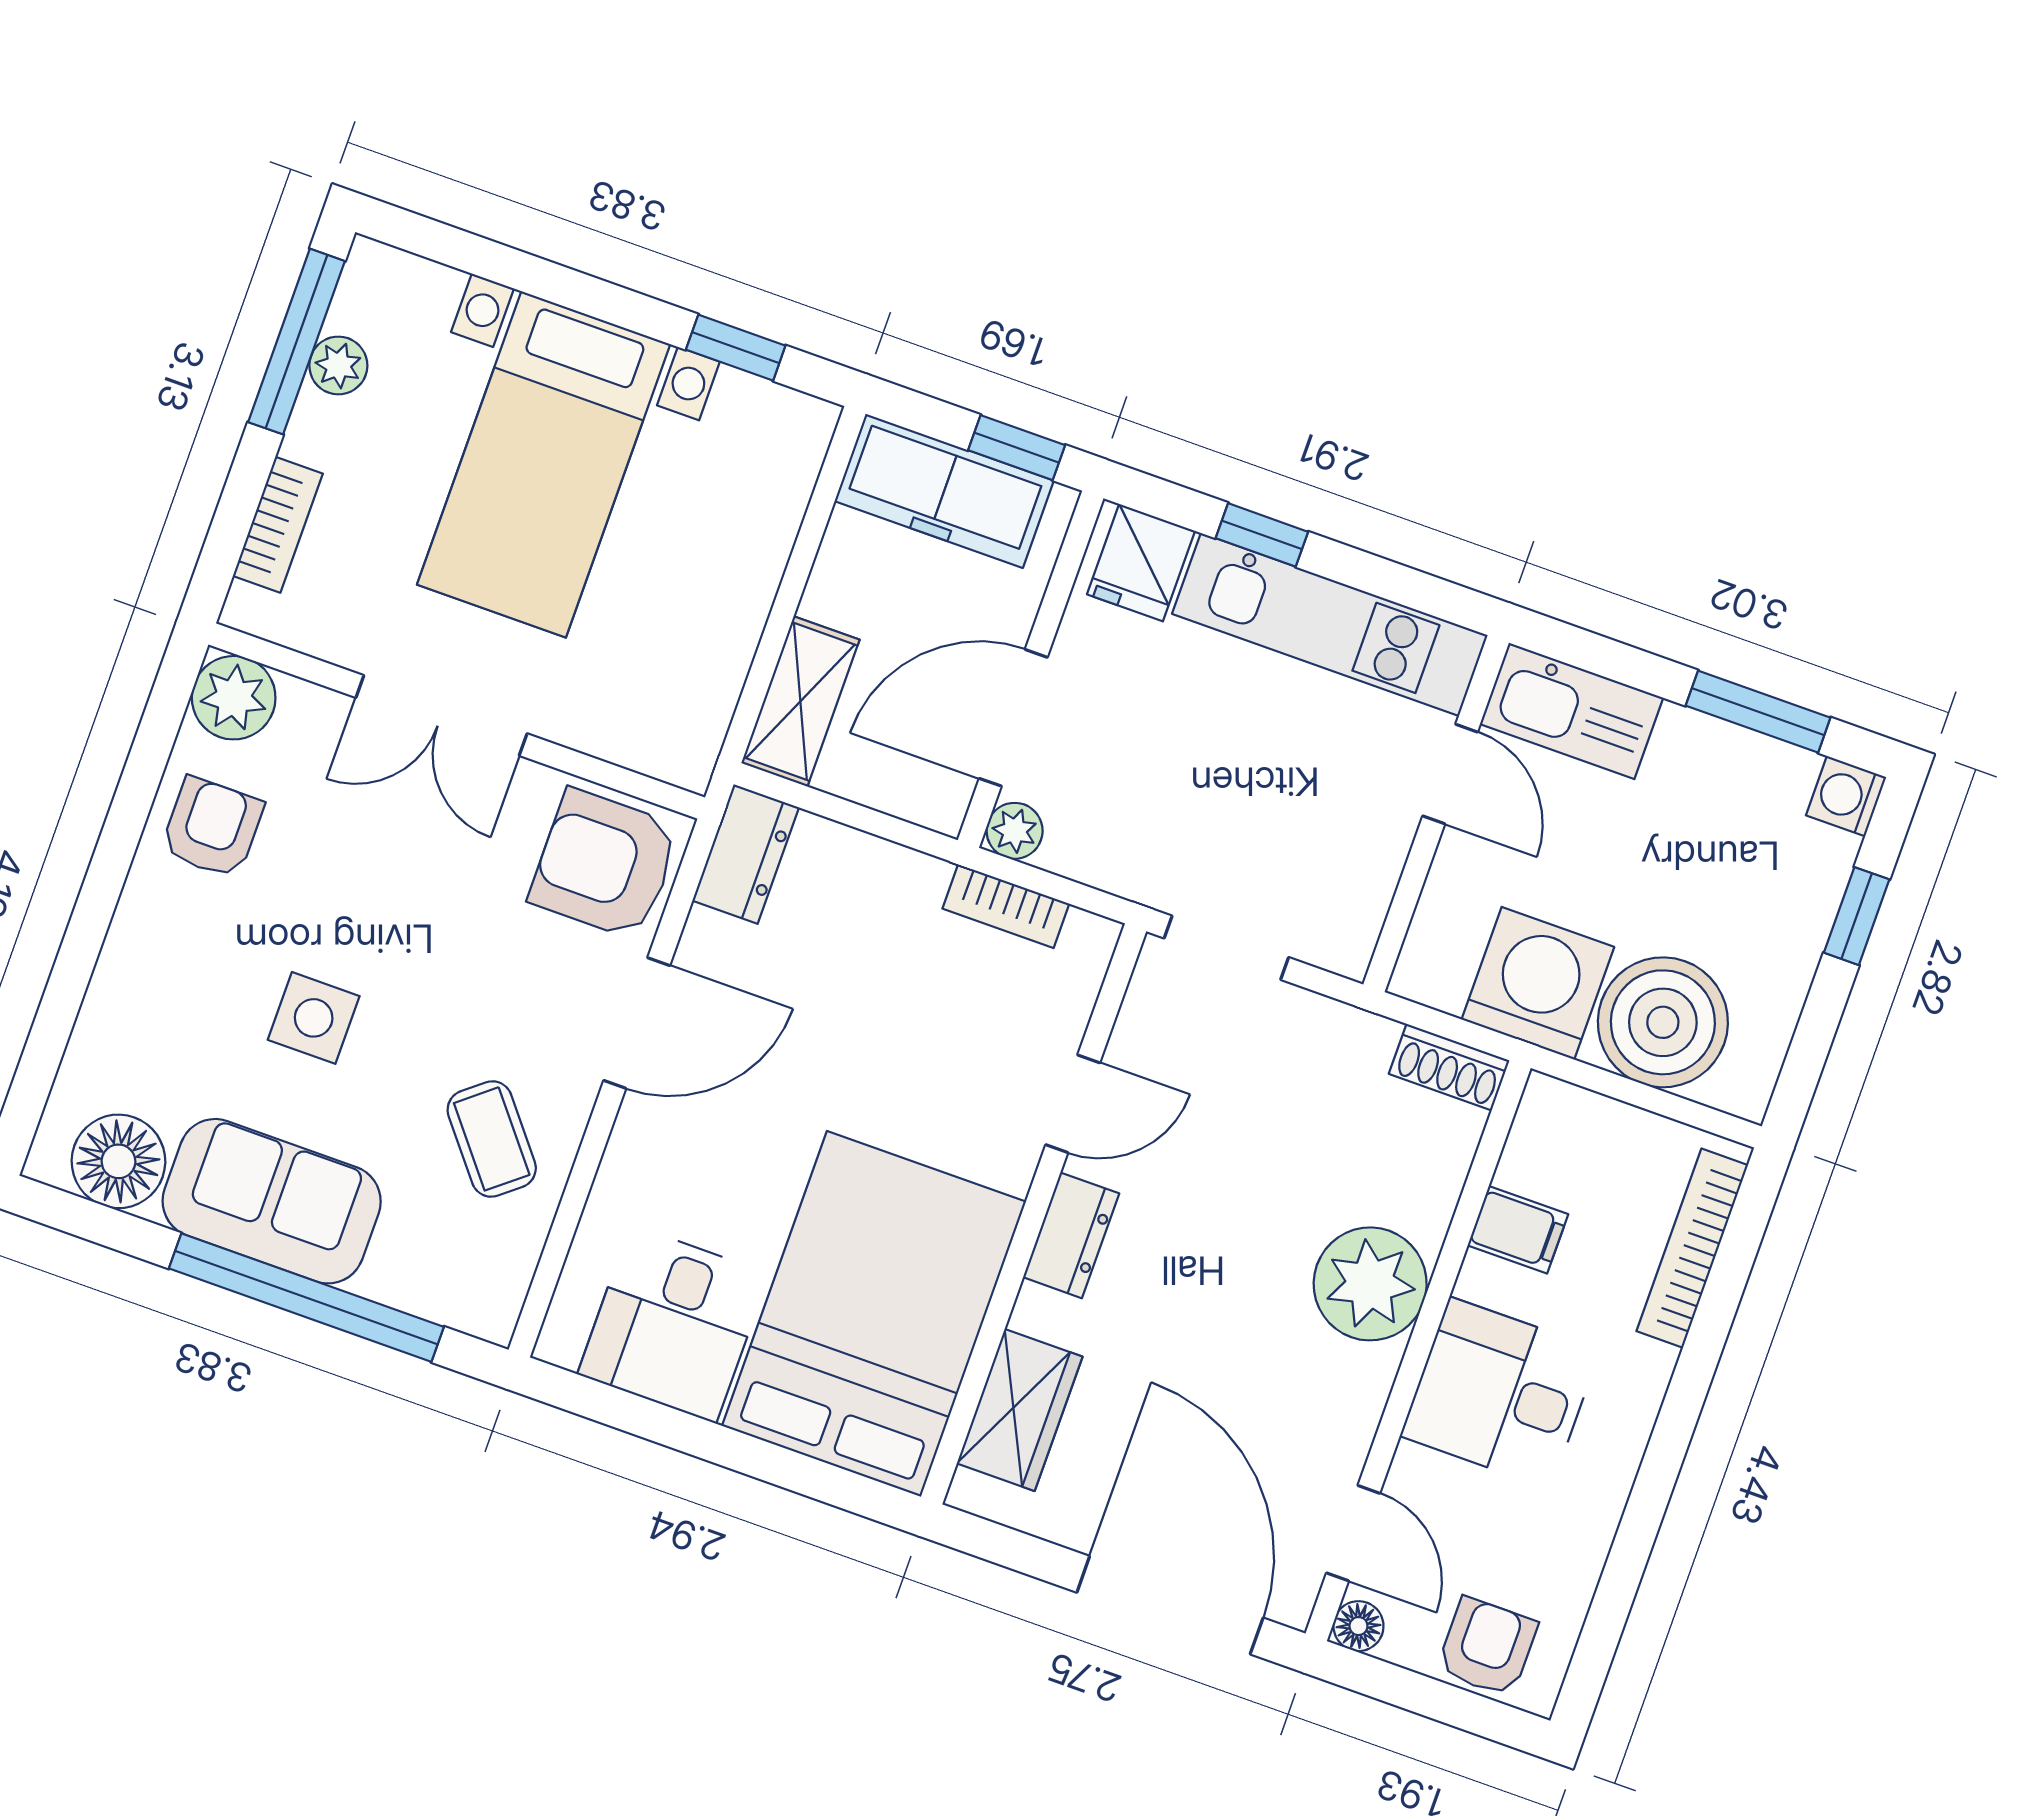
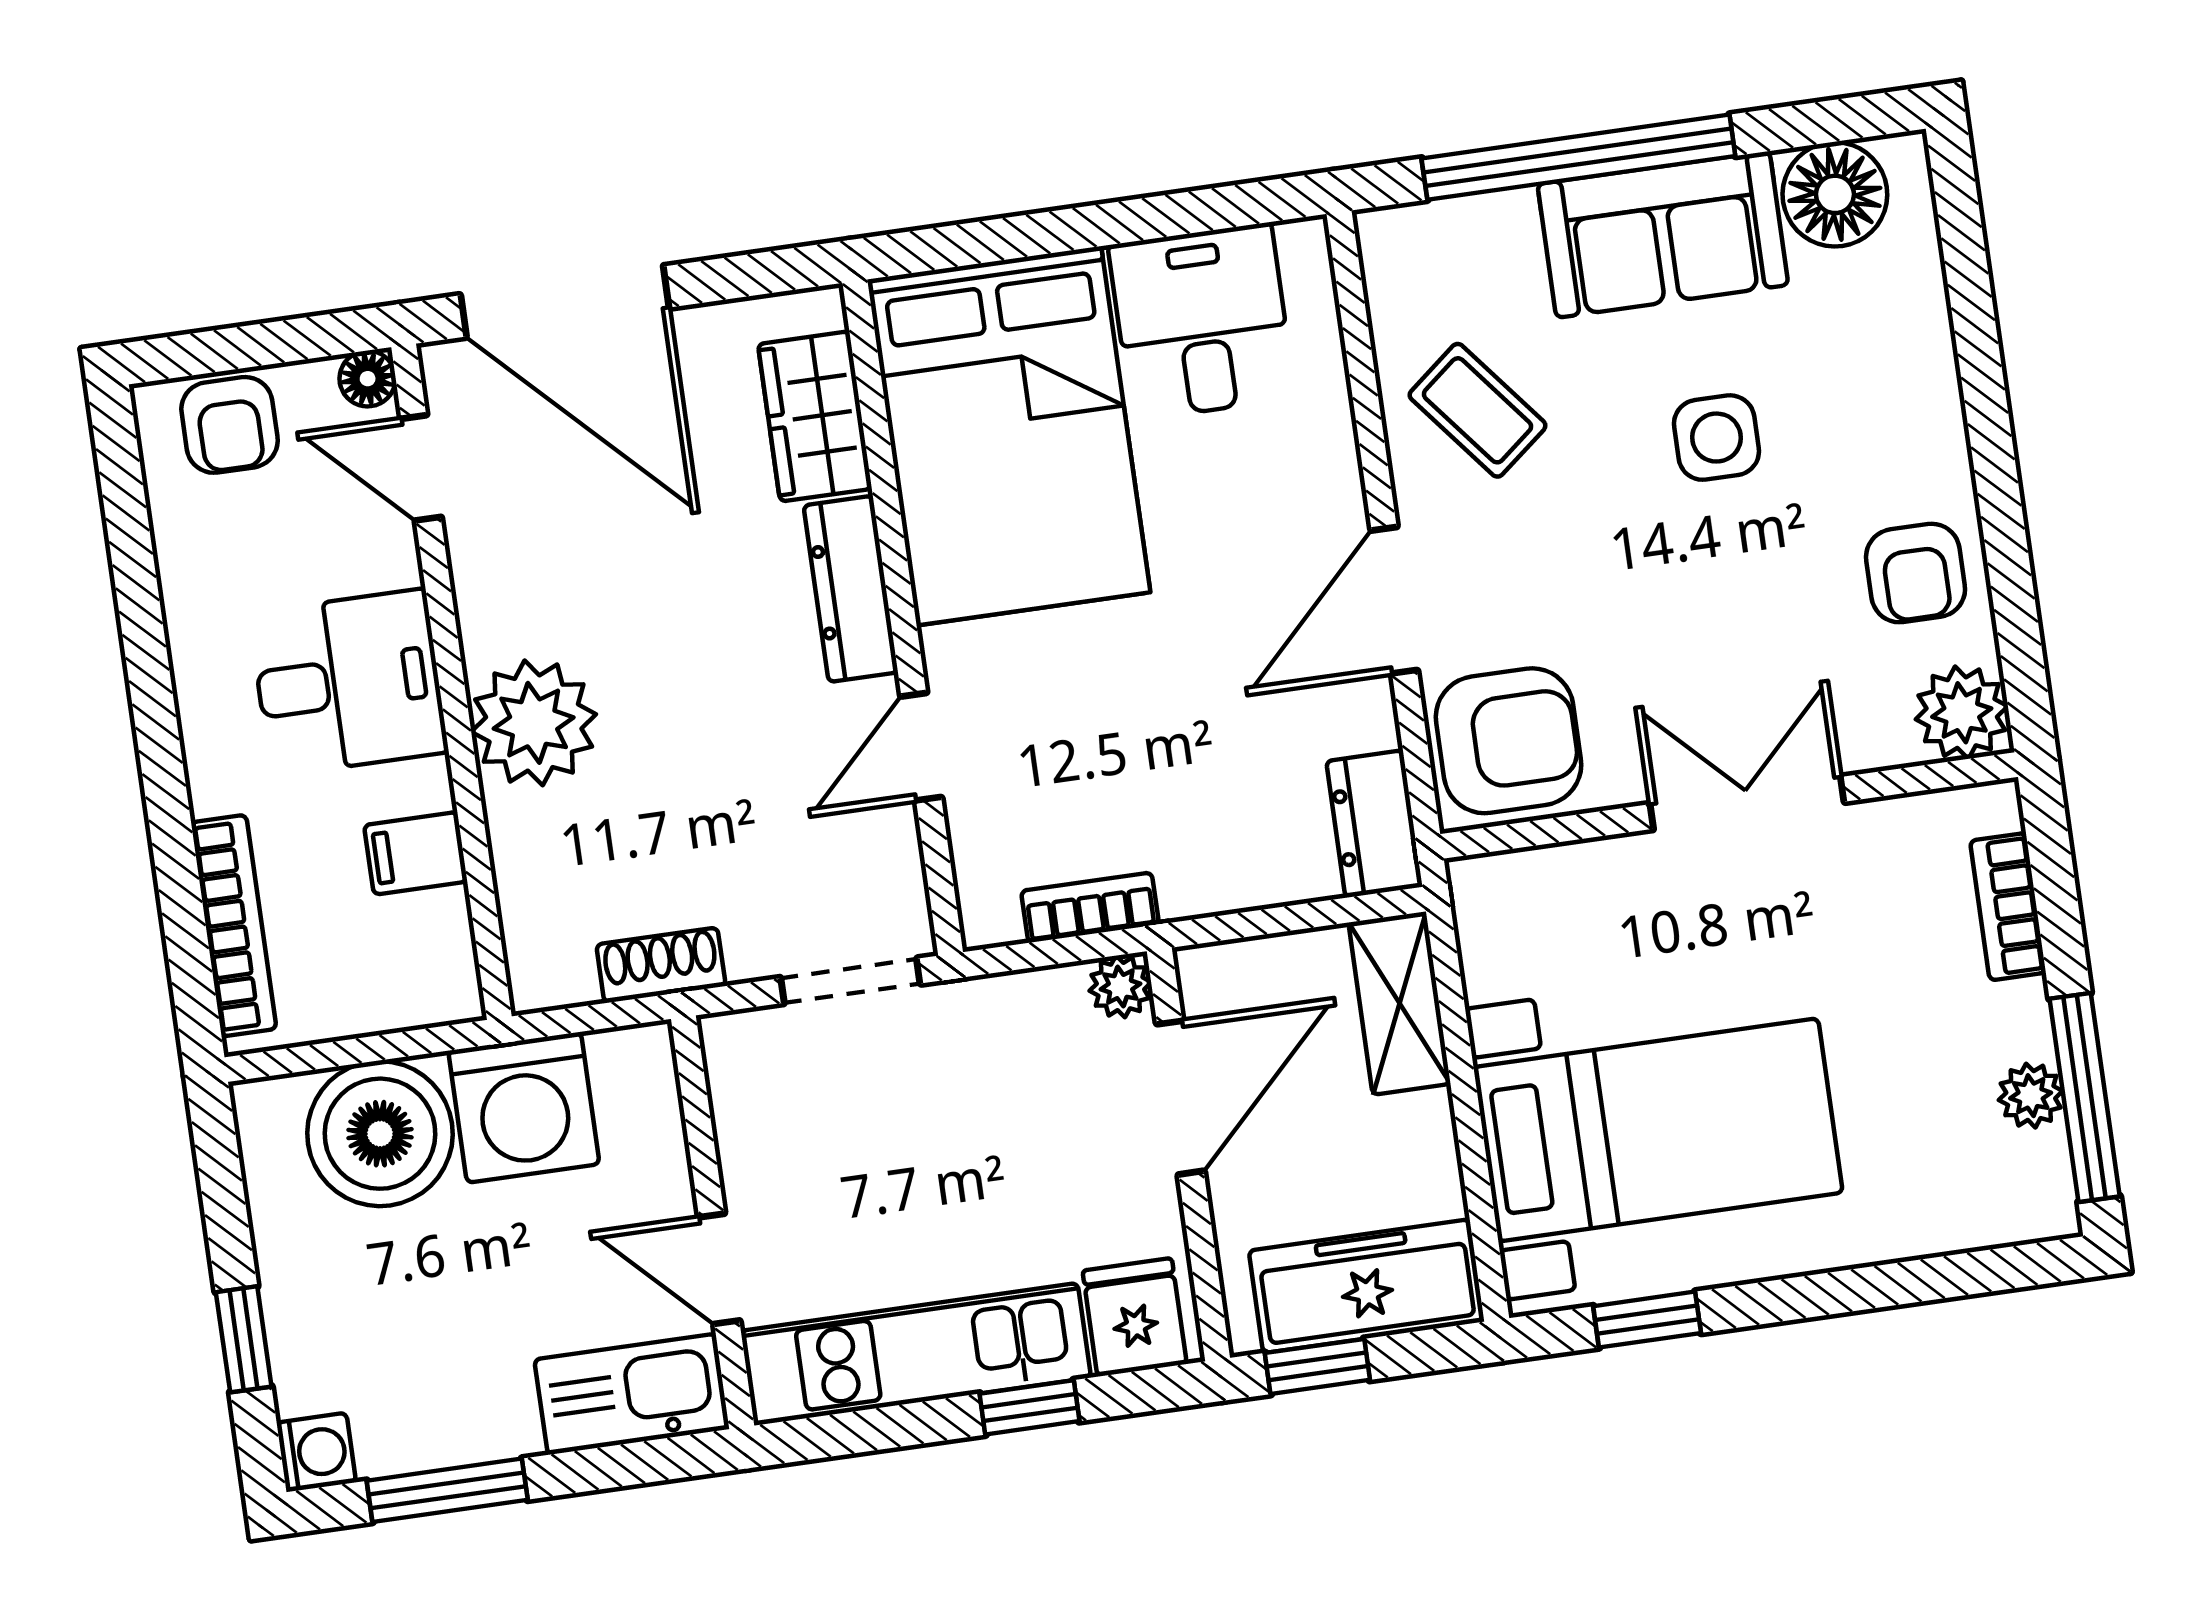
bed with nightstands: (544, 464) -> (1658, 1130), moved, turned 90
shoe rack: (1449, 1067) -> (661, 965), moved
dresser: (1071, 1235) -> (851, 589), width x1.44

